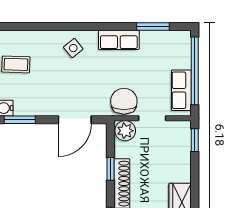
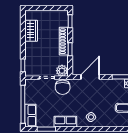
row of seats: (181, 90) -> (30, 116), moved

